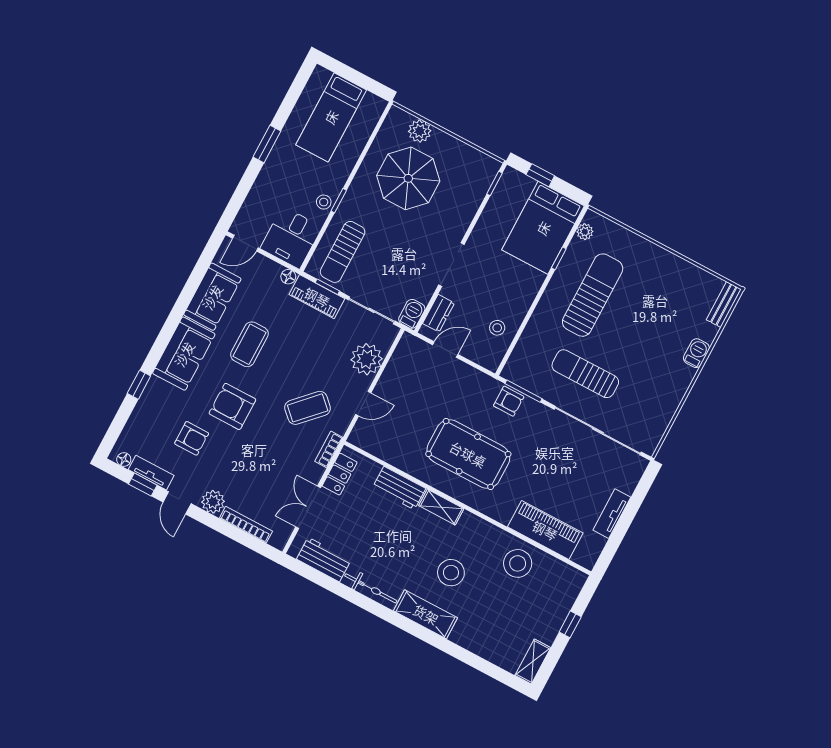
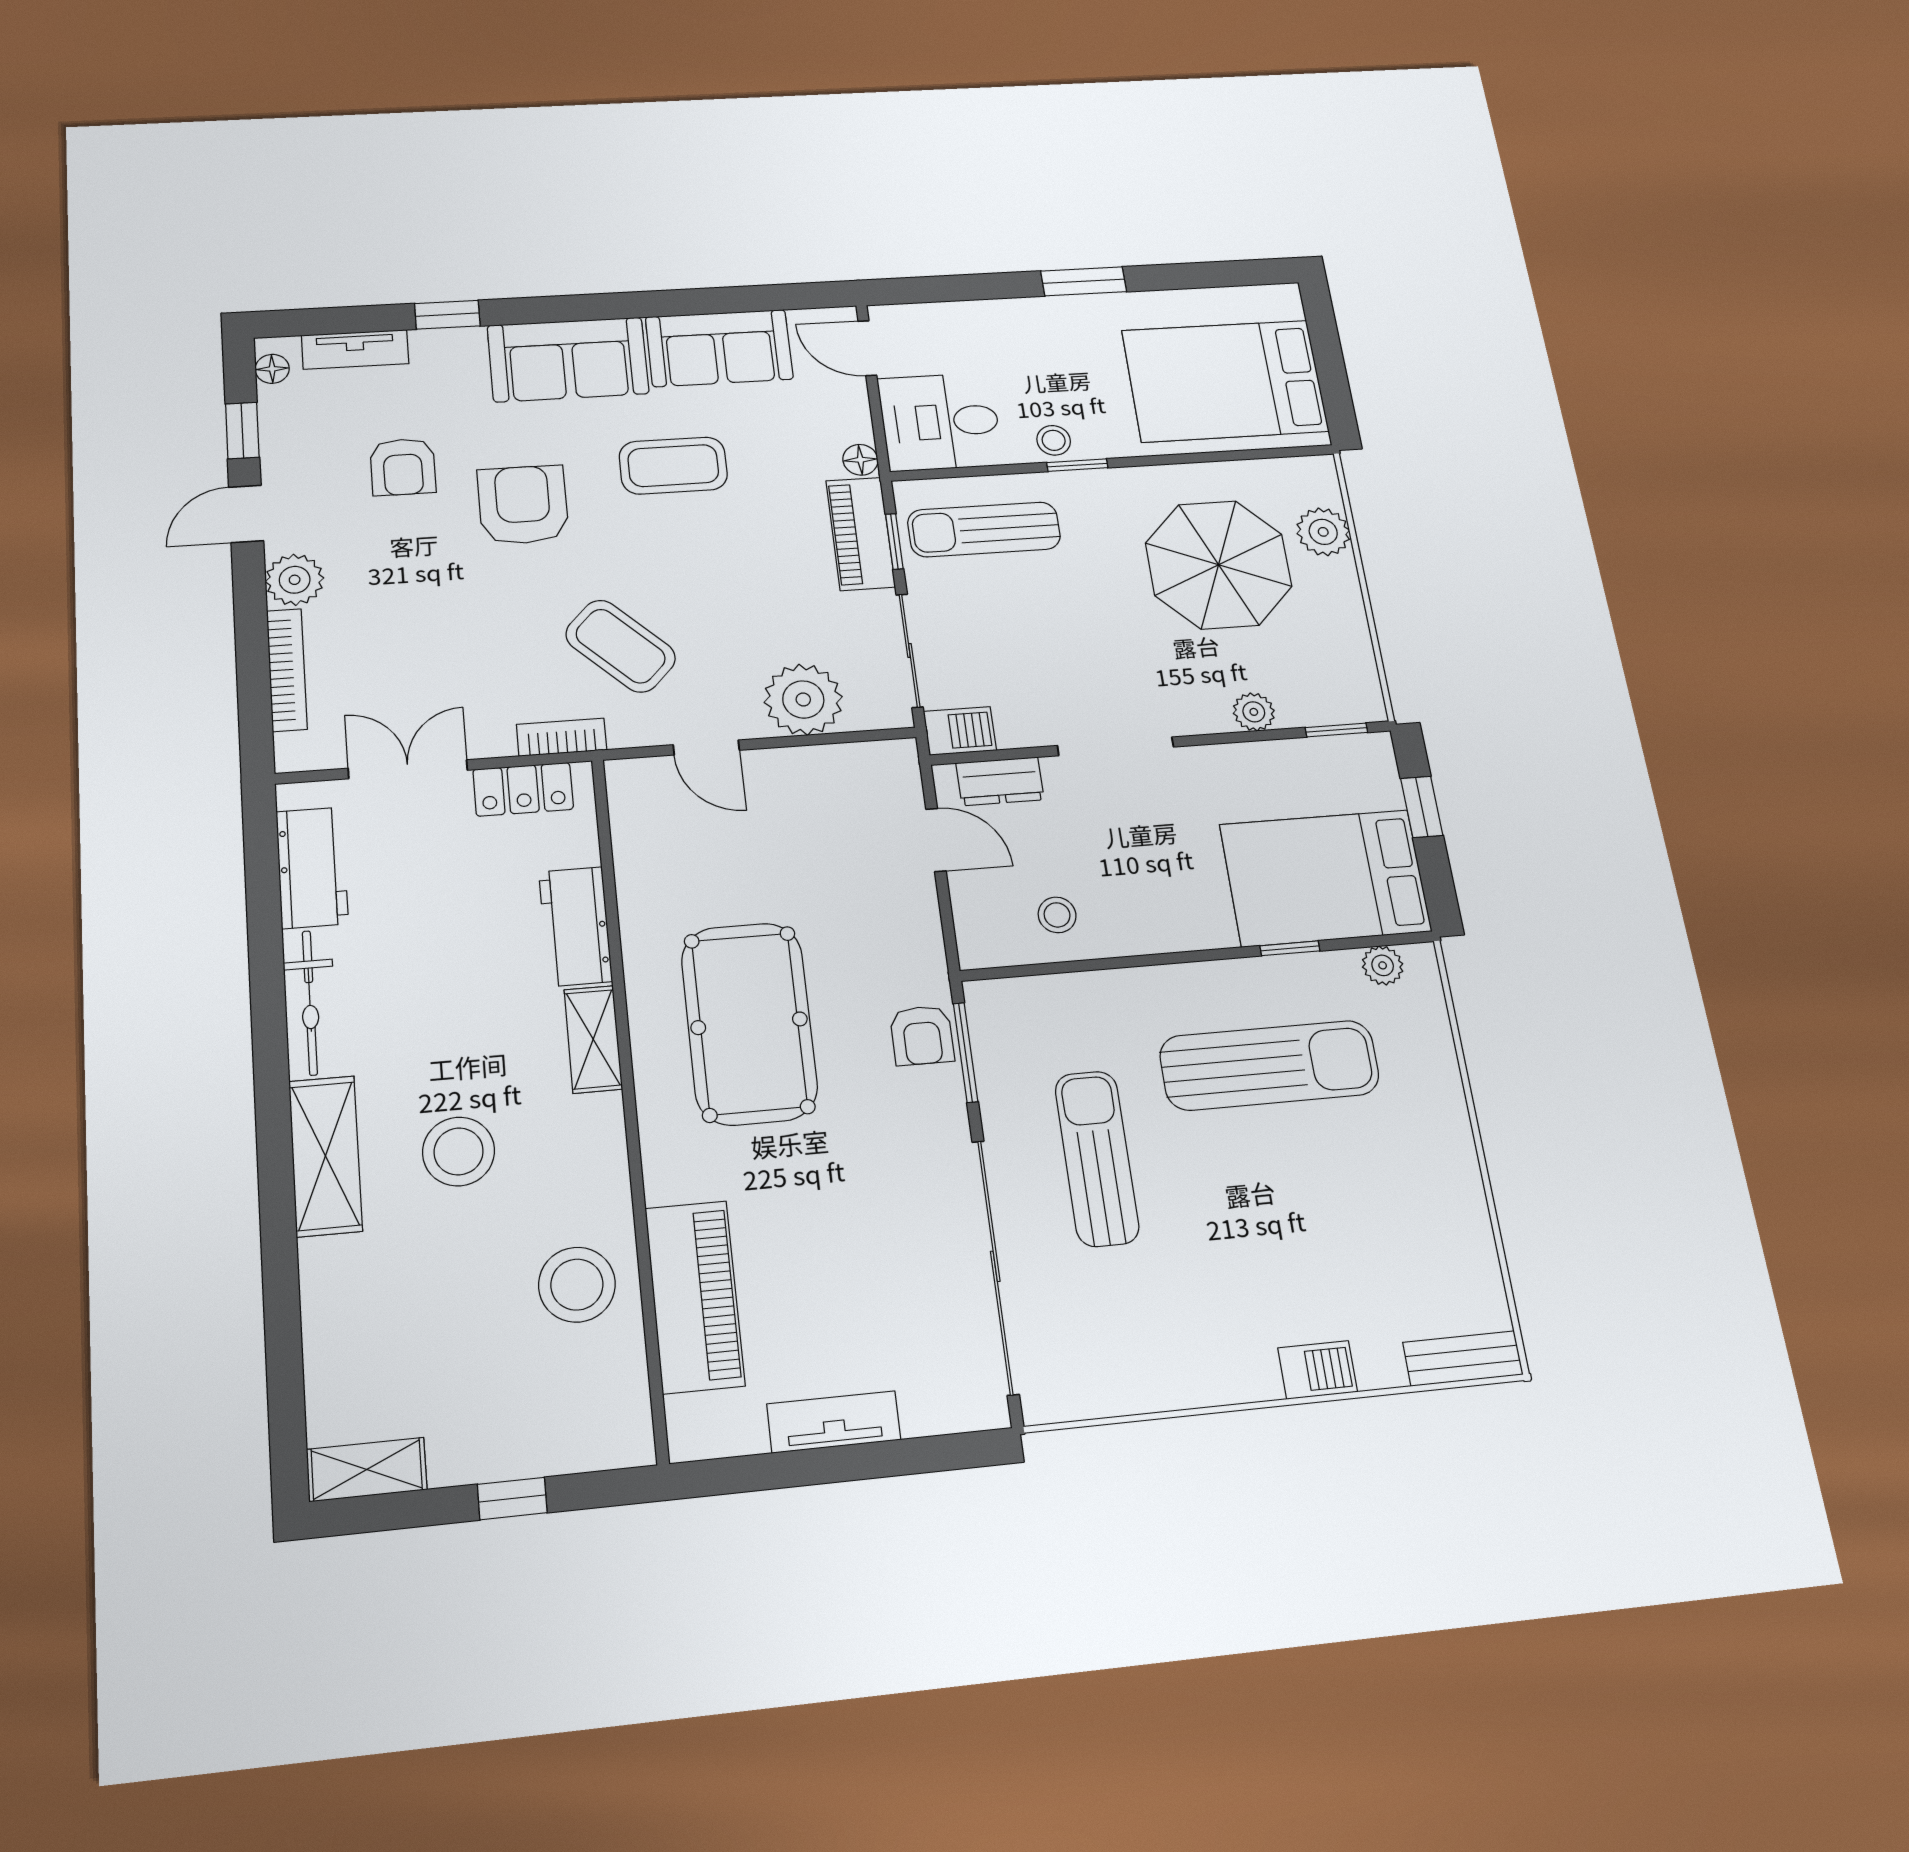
bed: (331, 117) -> (1225, 381), width x1.50
plant: (470, 207) -> (1254, 712), added
tv unit: (151, 473) -> (355, 349), moved, turned 90

